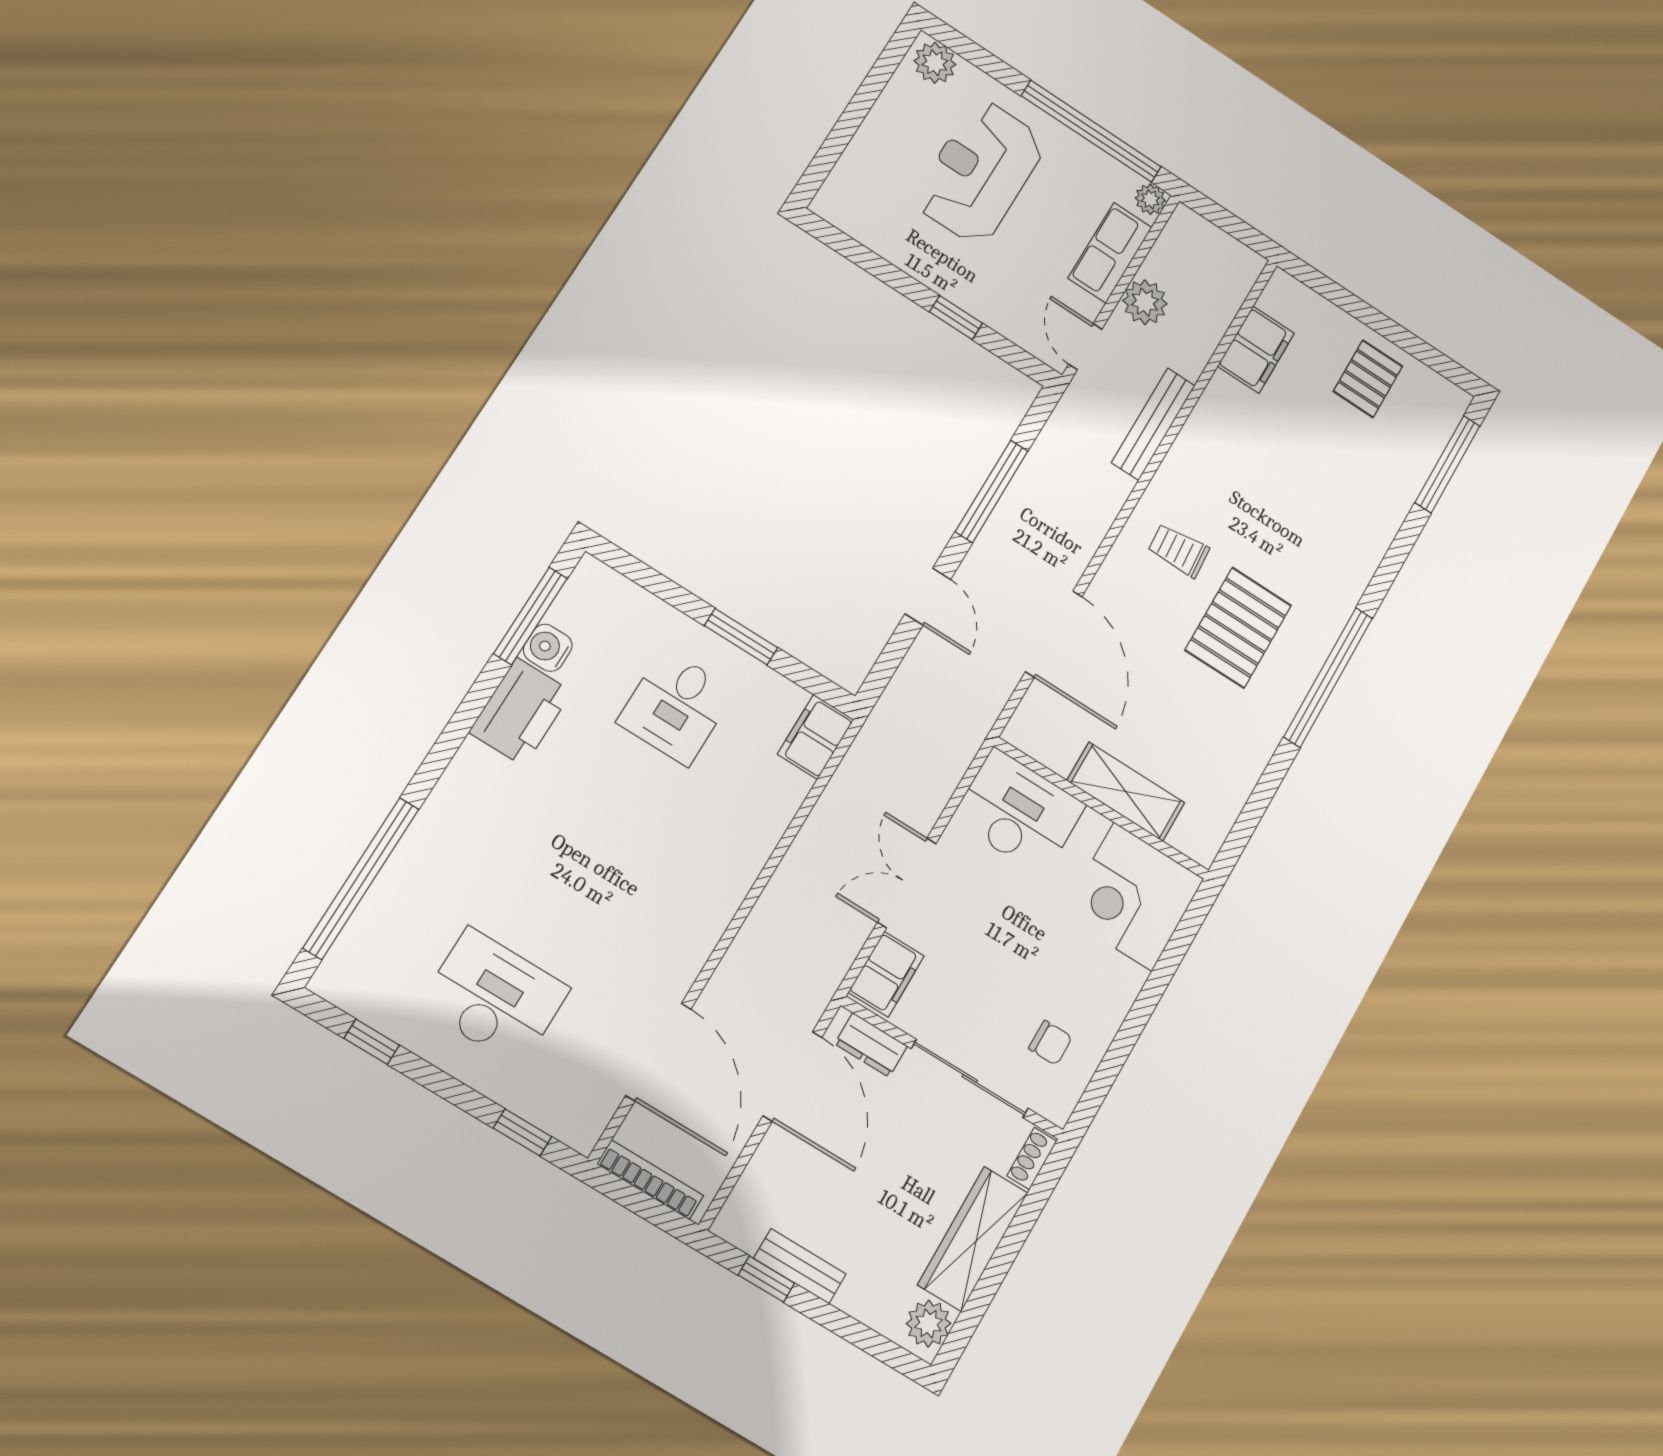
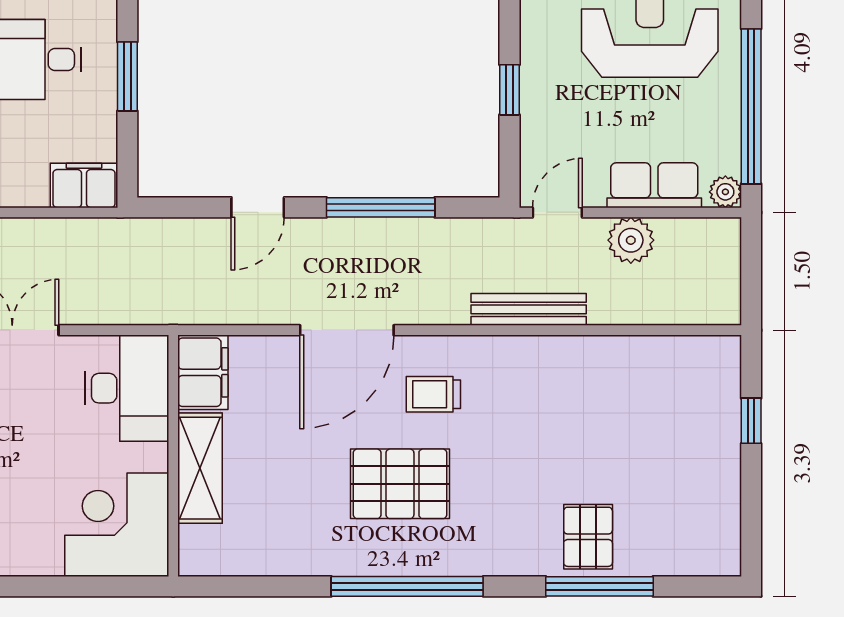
window: (1352, 304) -> (751, 421), added
filing cabinet: (1256, 350) -> (203, 372), moved, turned -90
pallet: (1368, 379) -> (588, 537), moved, turned 90
window: (1448, 464) -> (599, 586), moved
trolley: (1179, 550) -> (433, 394), turned -86
door: (1054, 634) -> (347, 330), moved

